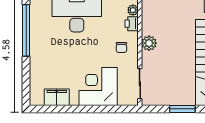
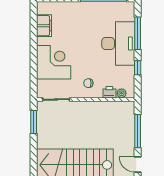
plant: (149, 43) -> (92, 108), removed
window: (182, 109) -> (34, 122), moved

